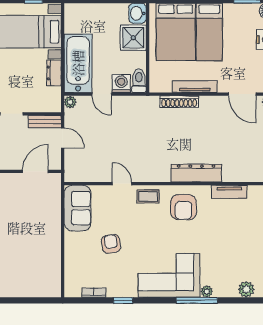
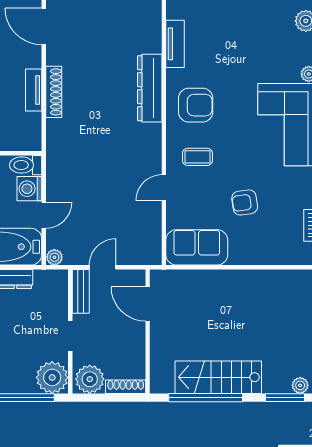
tv unit: (195, 87) -> (34, 90), width x0.71
door: (242, 94) -> (44, 26), swing flipped
shoe rack: (179, 102) -> (54, 92), moved
coffee table: (148, 196) -> (197, 157), moved, turned 90

